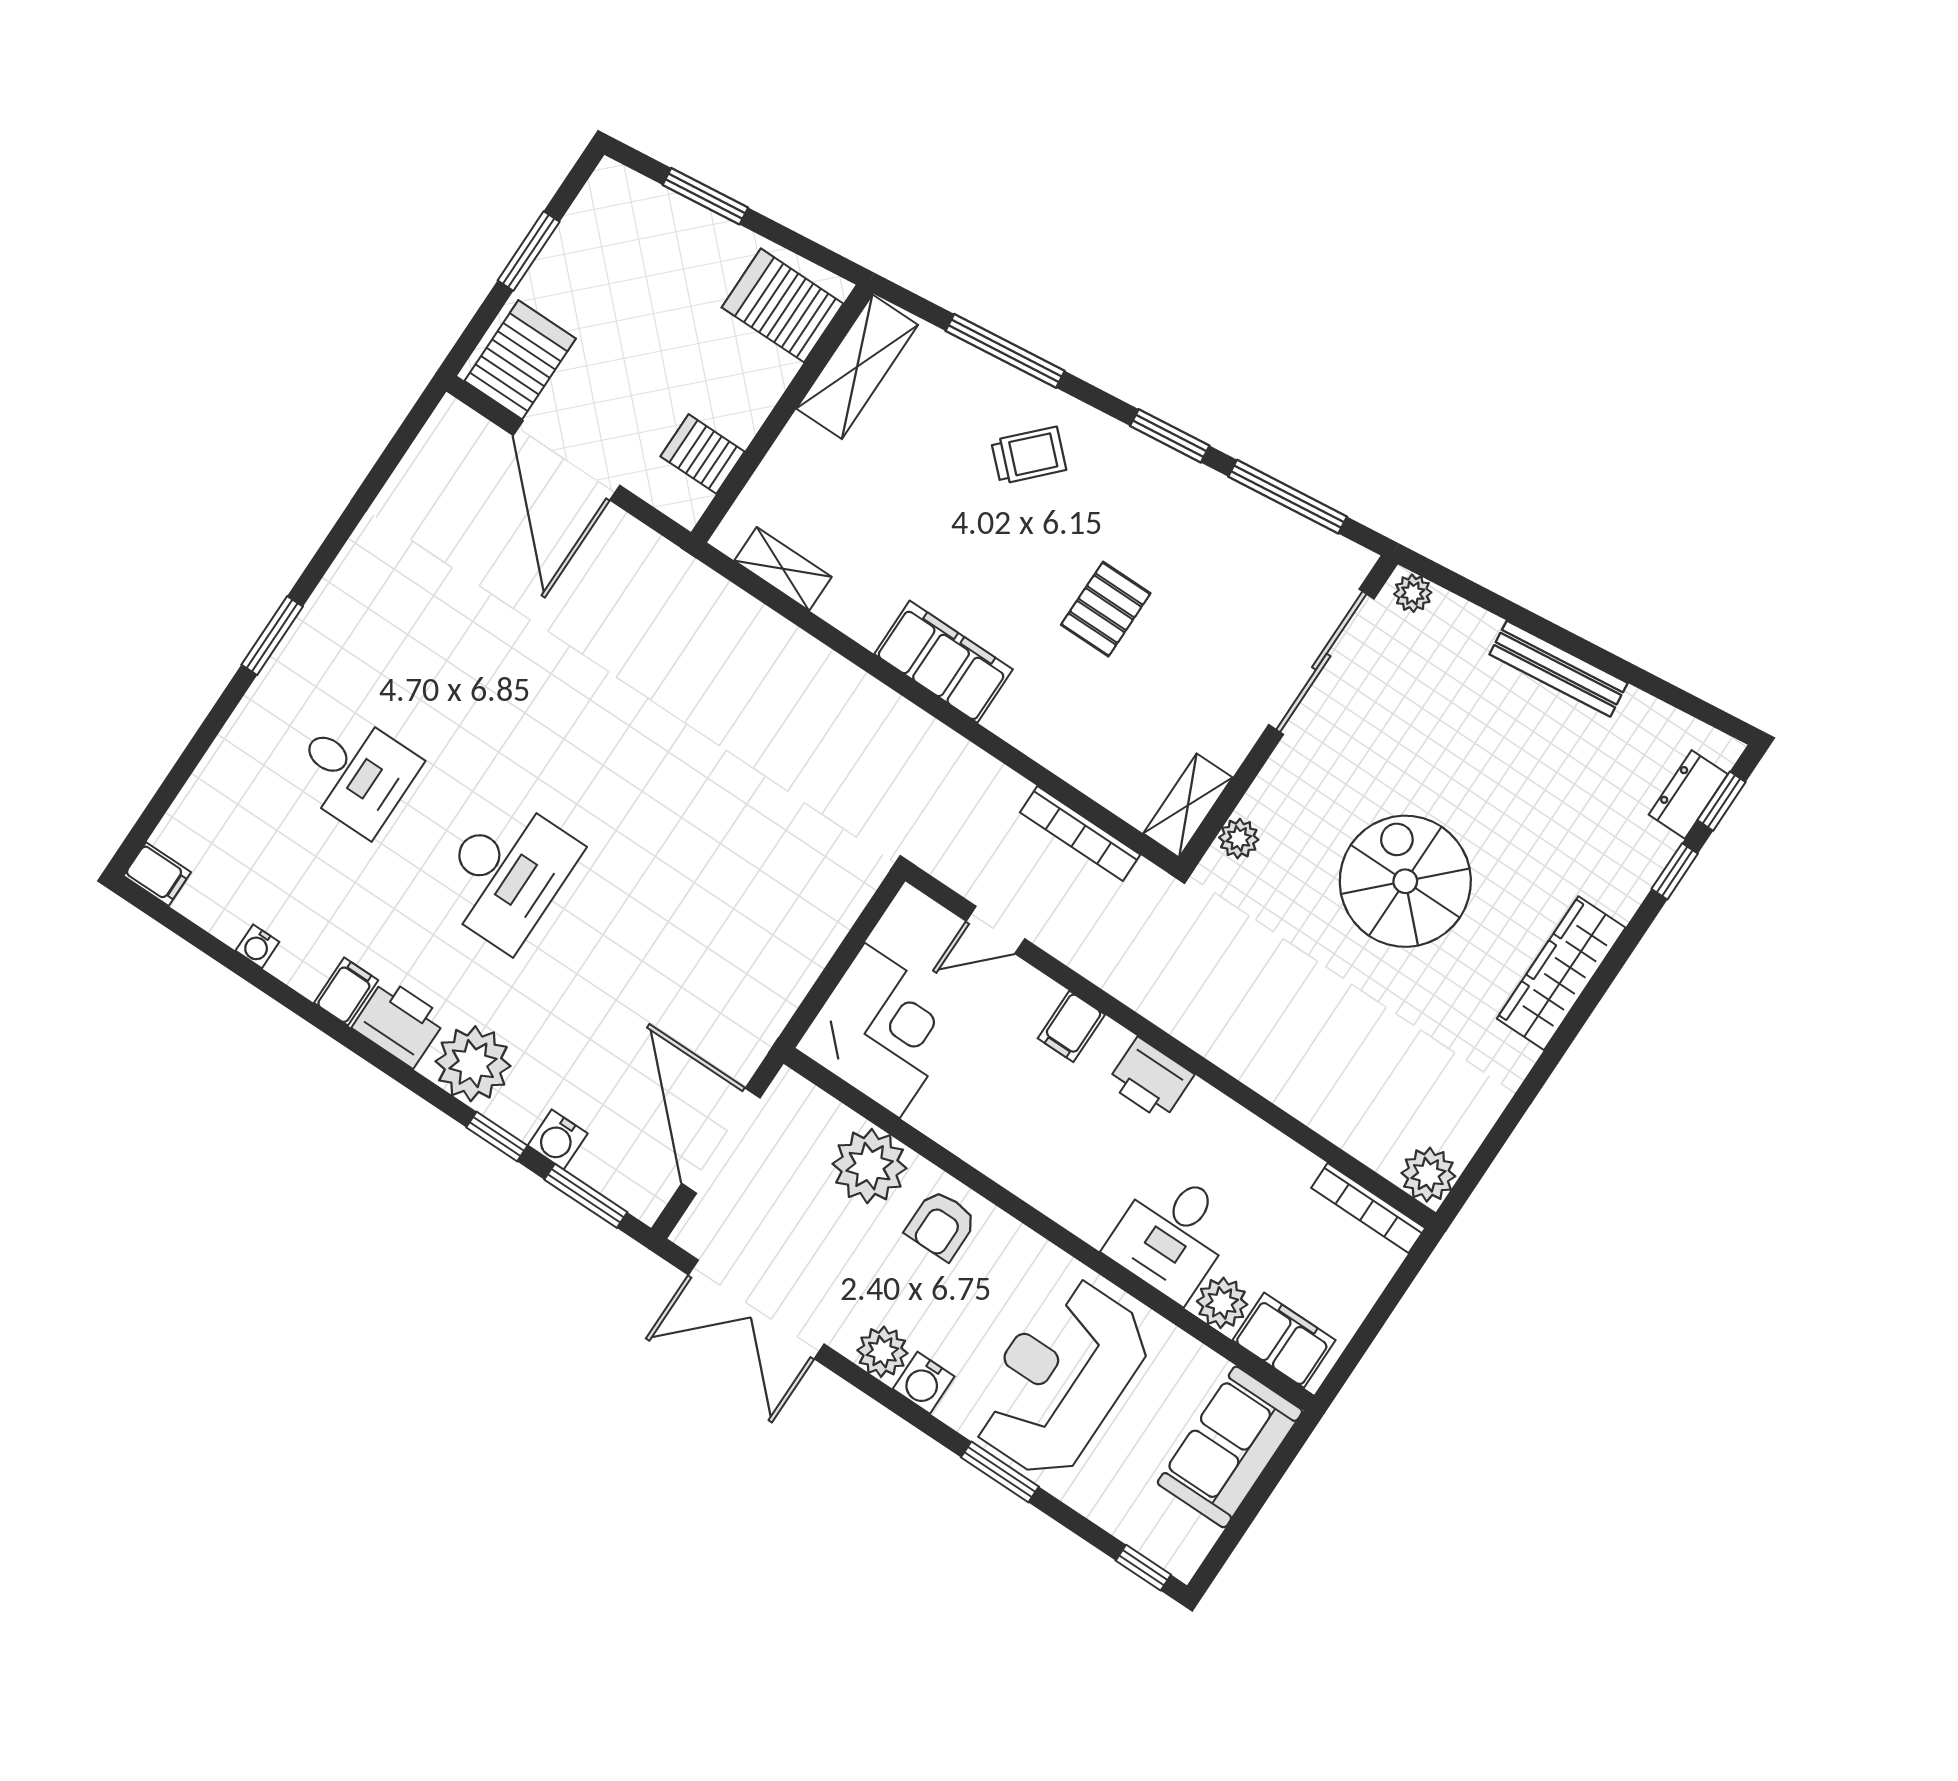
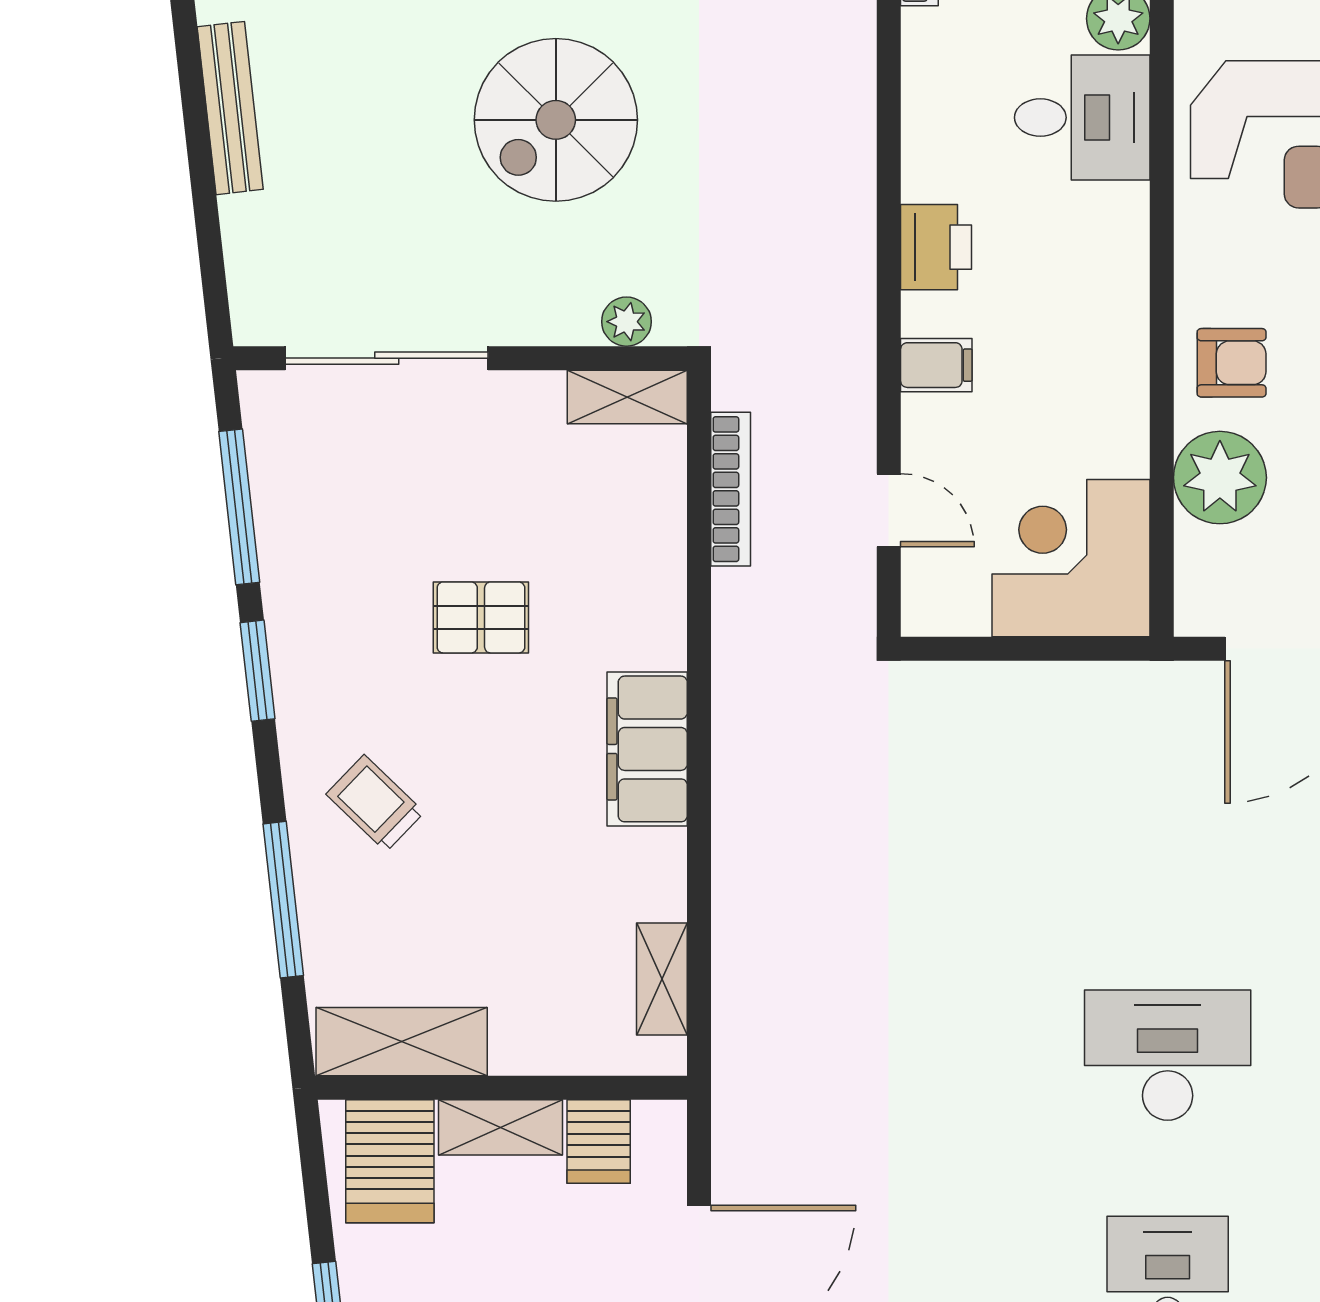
shelving: (756, 395) -> (500, 1127), added
plant: (1413, 593) -> (253, 311), removed

